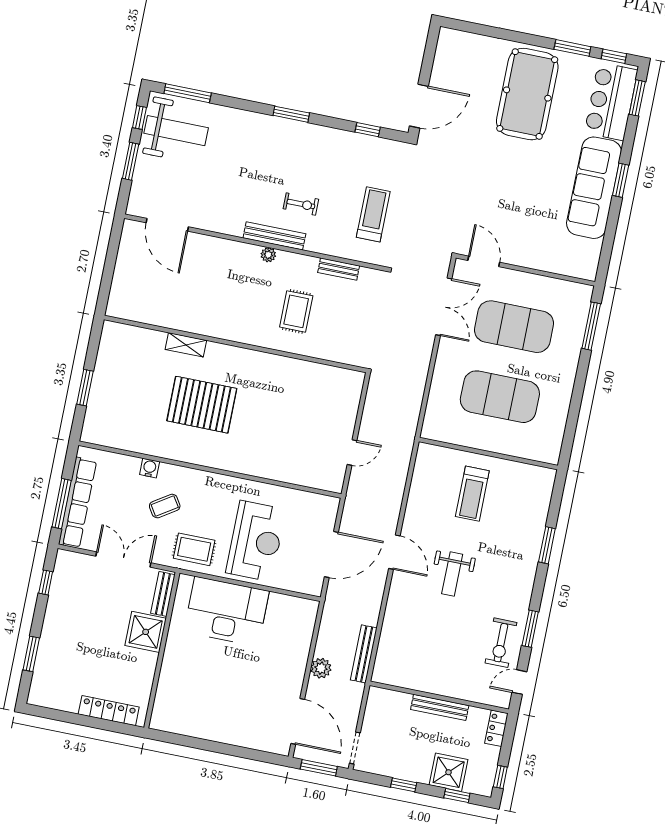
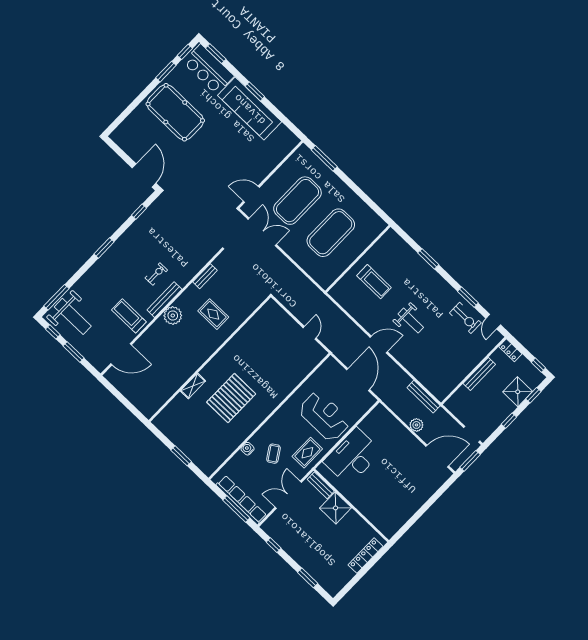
weight bench: (176, 131) -> (73, 316), turned 90
treadmill: (373, 214) -> (129, 316), moved
plant: (268, 255) -> (173, 315), width x1.88, depth x1.88

